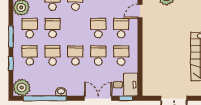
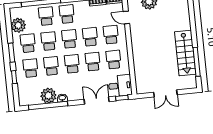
door: (140, 11) -> (126, 18), hinge flipped
school desk: (75, 28) -> (69, 39), added
plant: (22, 87) -> (48, 96), moved

